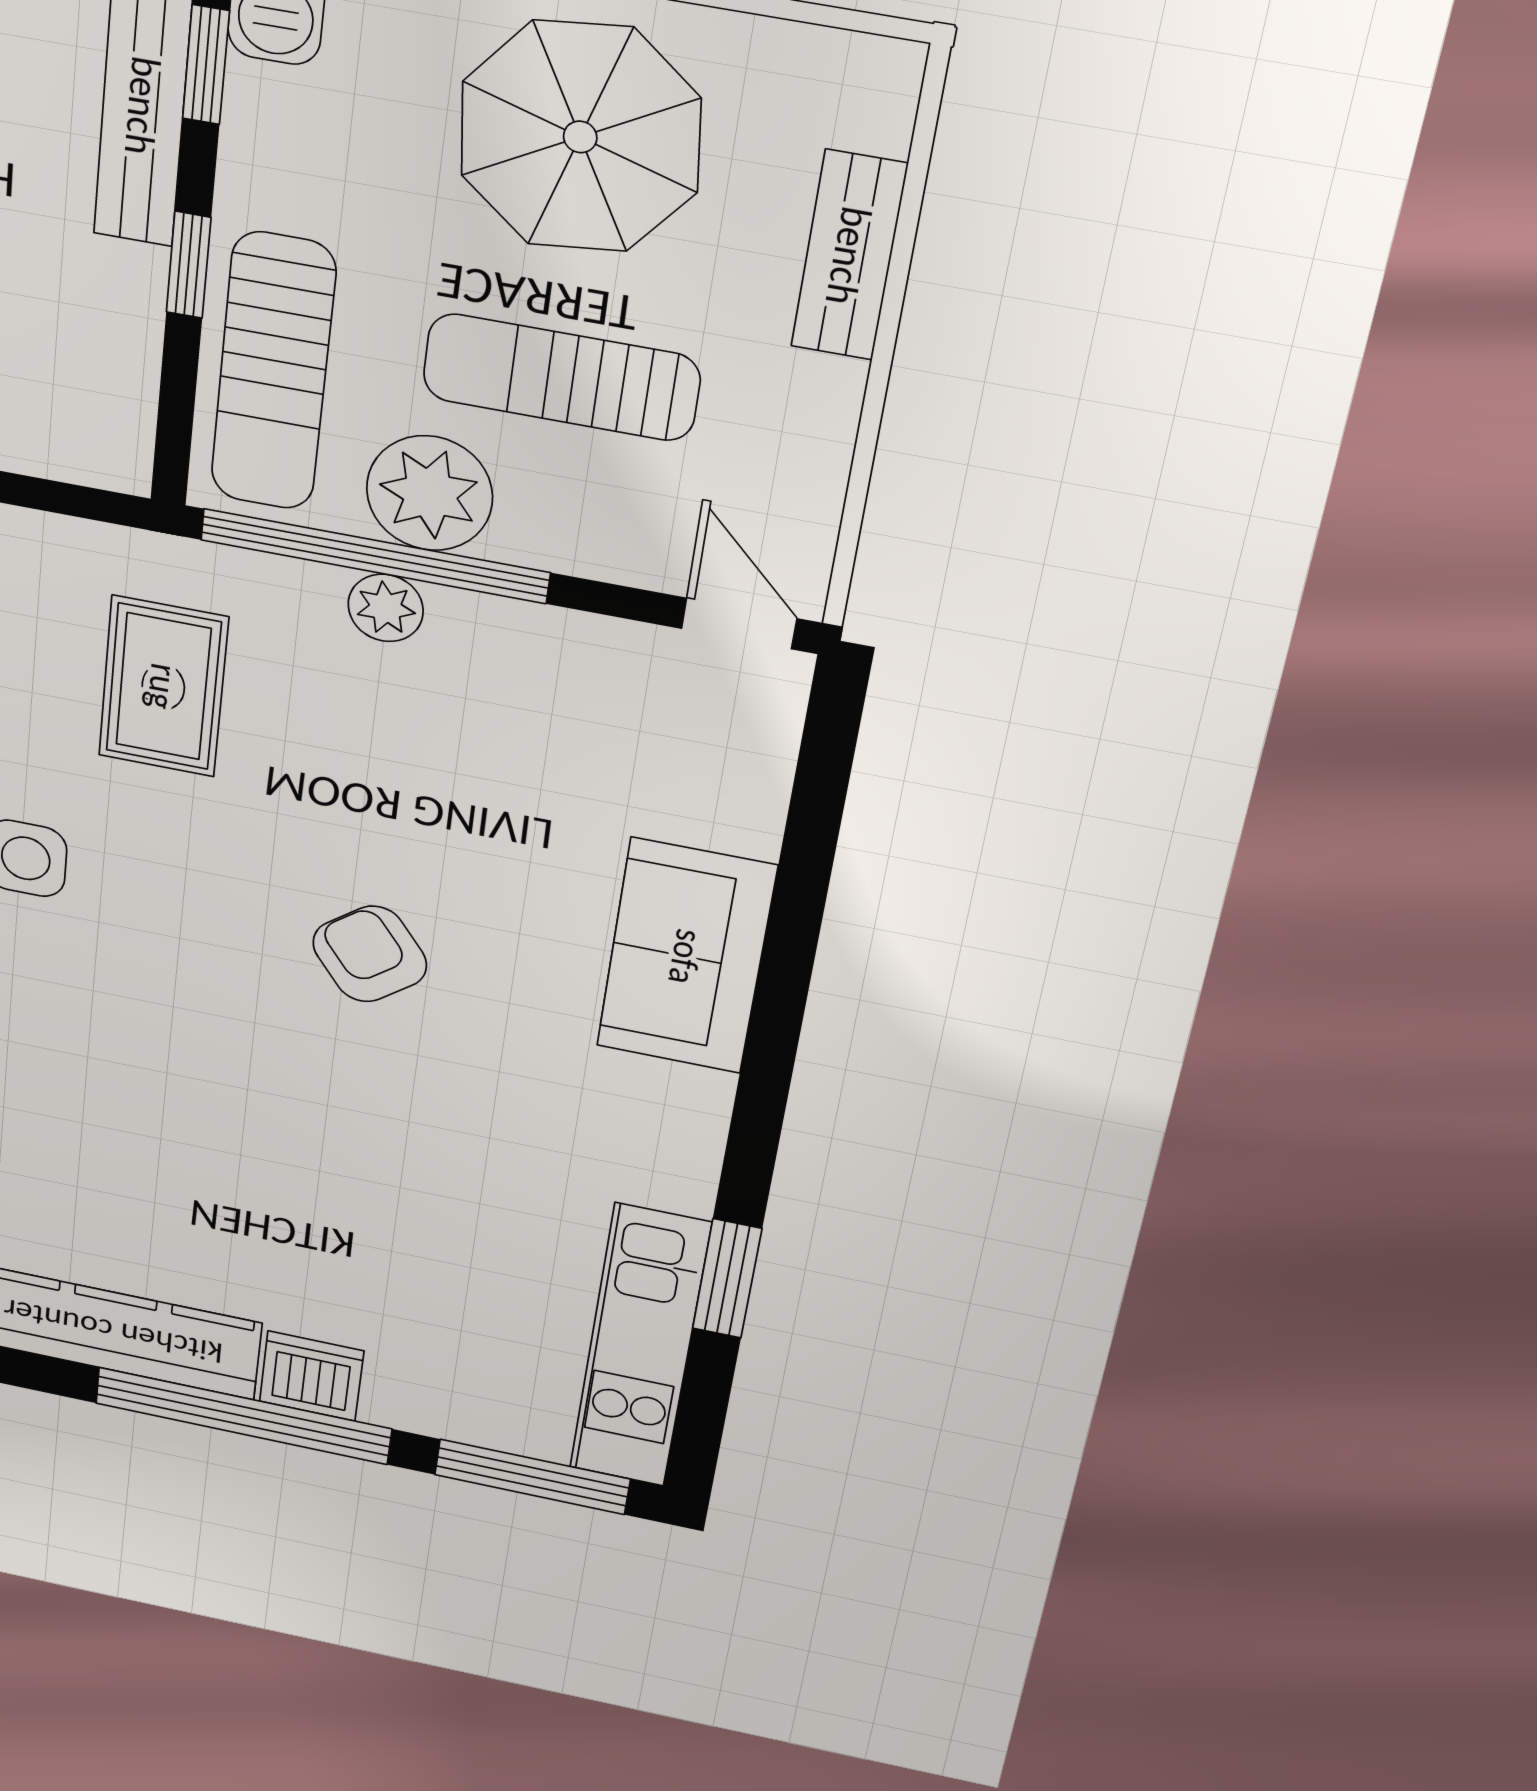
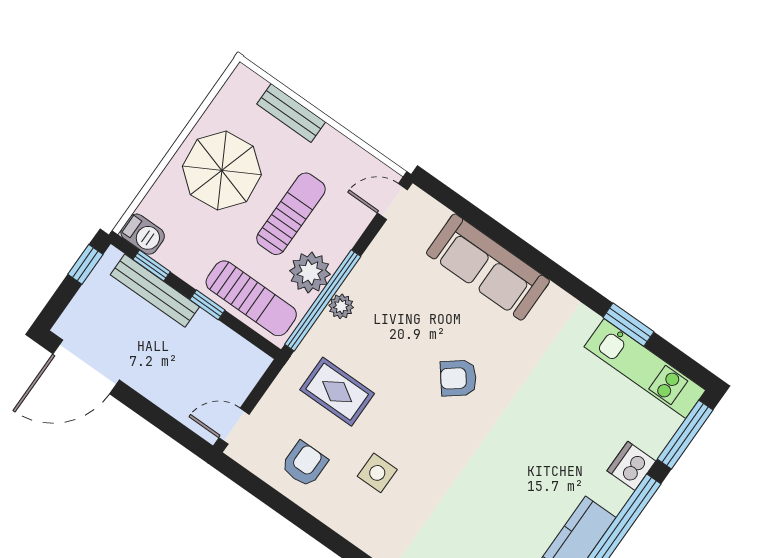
sun lounger: (561, 377) -> (291, 214), turned 180
sofa: (686, 957) -> (488, 267), width x1.36
dishwasher: (312, 1376) -> (631, 466), moved

